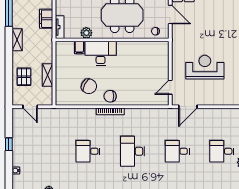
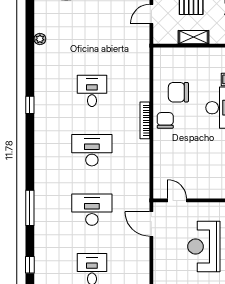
reception desk: (205, 67) -> (204, 247), turned 180
chair: (89, 86) -> (178, 92), turned 62
desk: (177, 151) -> (92, 210), width x1.37

